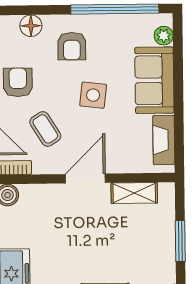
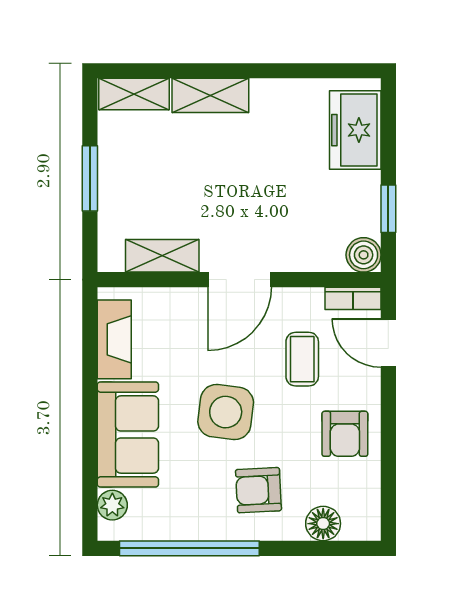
armchair: (72, 46) -> (258, 490), turned -93
side table: (93, 95) -> (226, 412), width x1.37, depth x1.37
coffee table: (45, 129) -> (302, 359), turned 32

